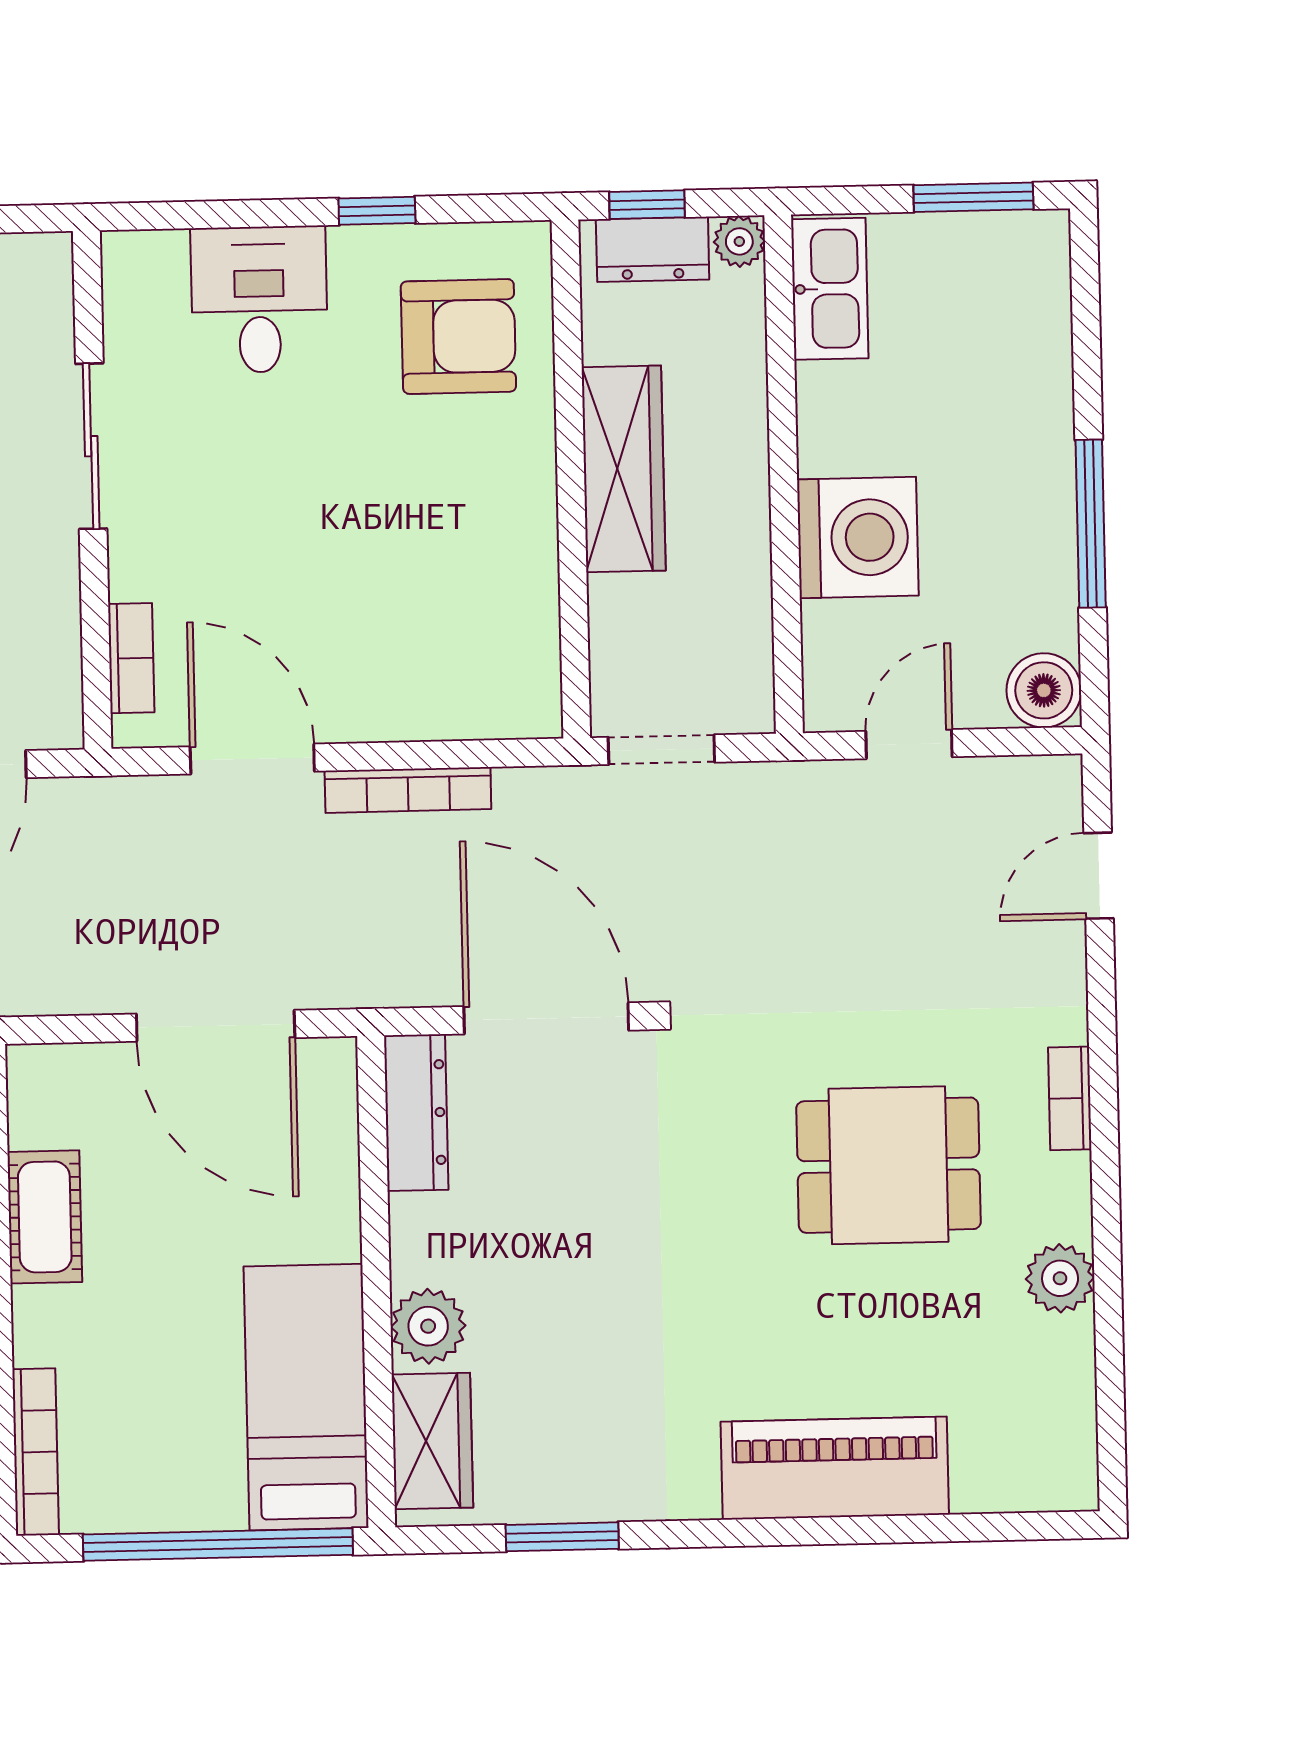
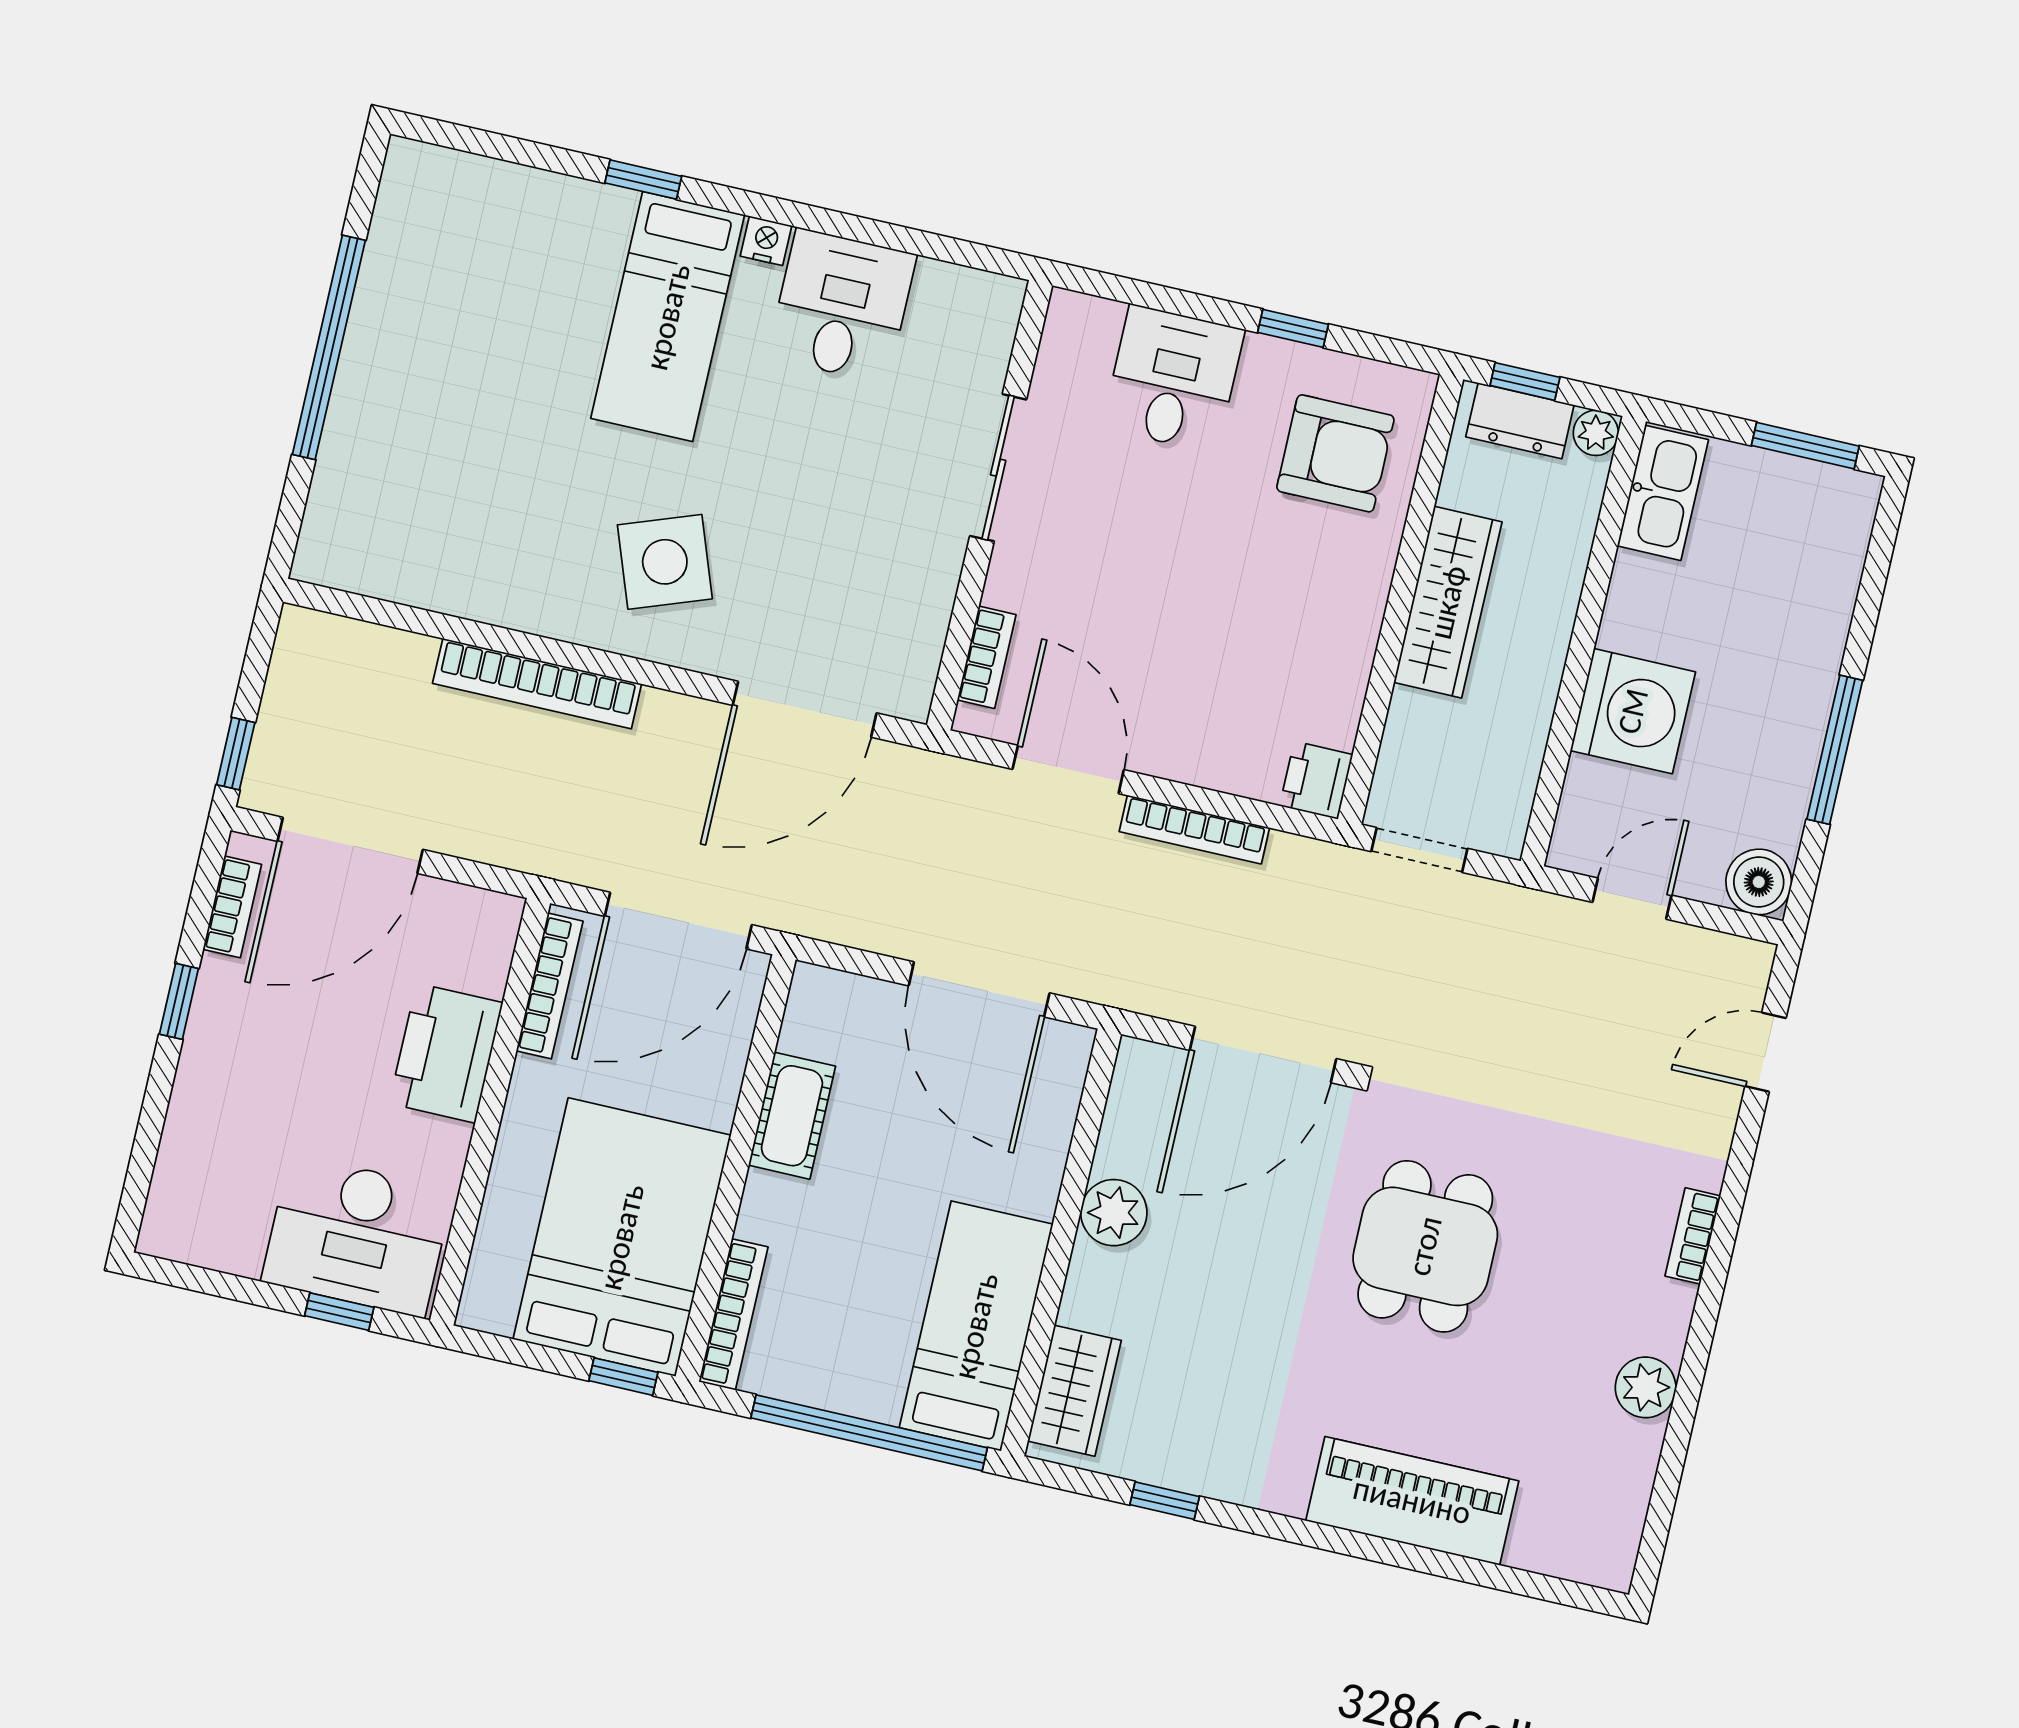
printer: (528, 702) -> (1316, 780), added
door: (546, 1018) -> (1263, 1054), swing flipped
dresser: (416, 1113) -> (1132, 1107), removed
dining table: (888, 1165) -> (1425, 1246), moved, turned 90
plant: (428, 1326) -> (1114, 1213), moved
window: (562, 1537) -> (1165, 1501), width x0.67

